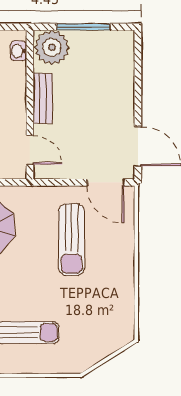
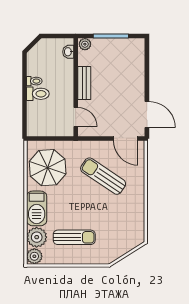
plant: (52, 47) -> (85, 44), width x0.53, depth x0.53
sun lounger: (71, 240) -> (103, 176), turned 124

